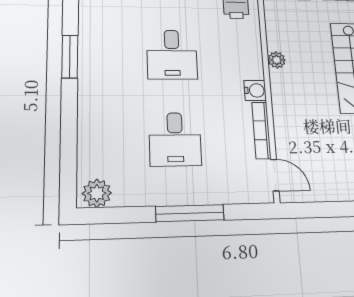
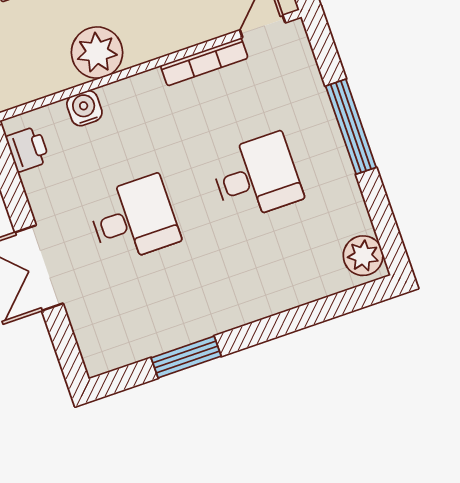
plant: (277, 60) -> (97, 53), width x1.88, depth x1.88
water cooler: (255, 90) -> (84, 108), moved

